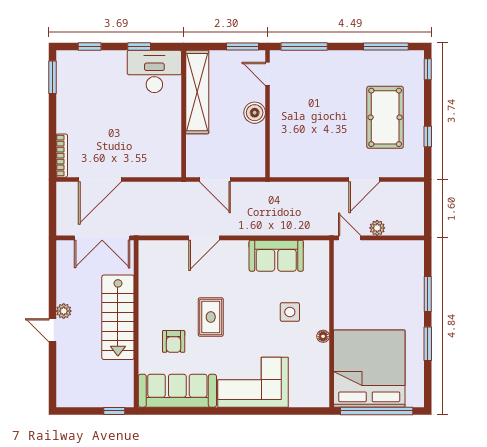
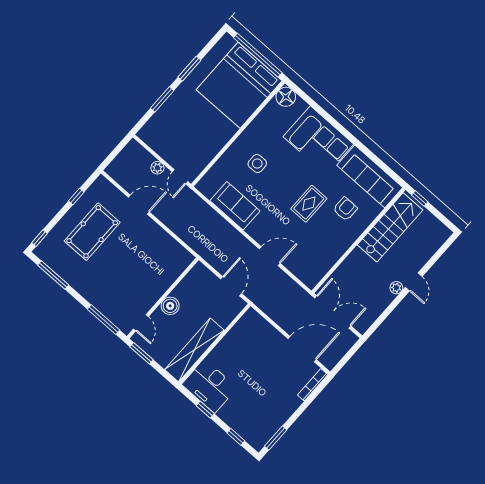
stairs: (118, 317) -> (390, 227), moved
floor lamp: (323, 336) -> (286, 97), moved, width x1.89, depth x1.89

